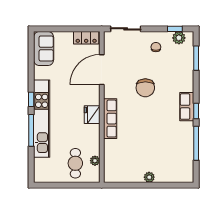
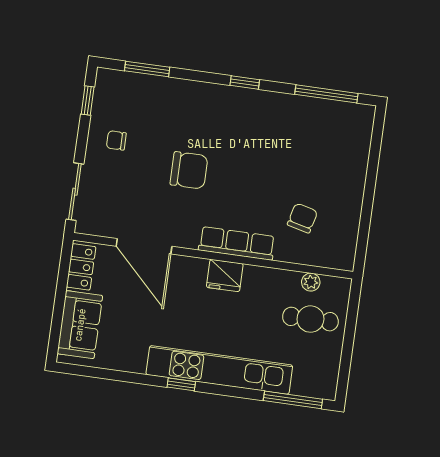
plant: (179, 38) -> (105, 95), removed
sofa: (44, 49) -> (80, 325), moved, turned 90
row of seats: (187, 107) -> (234, 99), removed
window: (31, 130) -> (293, 400), moved
window: (196, 143) -> (326, 94), moved
chair: (128, 152) -> (302, 218), added
plant: (149, 177) -> (355, 186), removed

